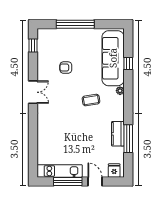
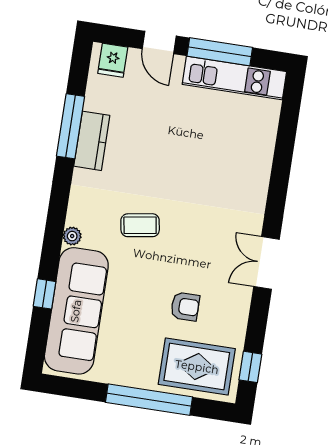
rug: (57, 42) -> (197, 367), added

